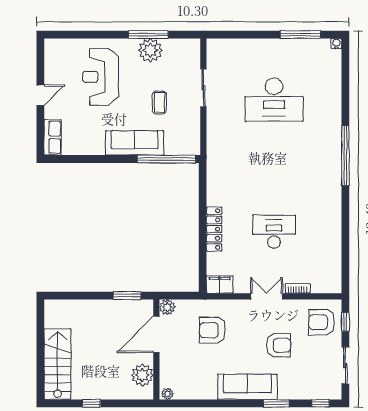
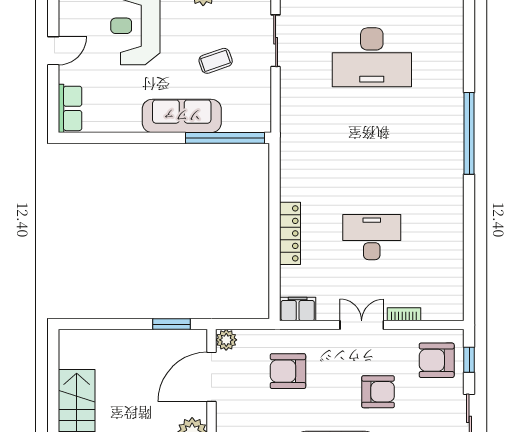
coffee table: (159, 102) -> (216, 61), turned 71

